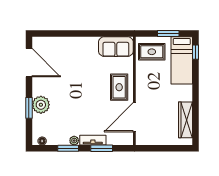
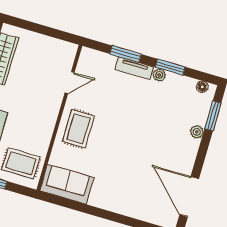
plant: (41, 105) -> (197, 132), width x0.53, depth x0.53
window: (29, 108) -> (213, 116), moved
door: (134, 117) -> (70, 83), width x0.53

